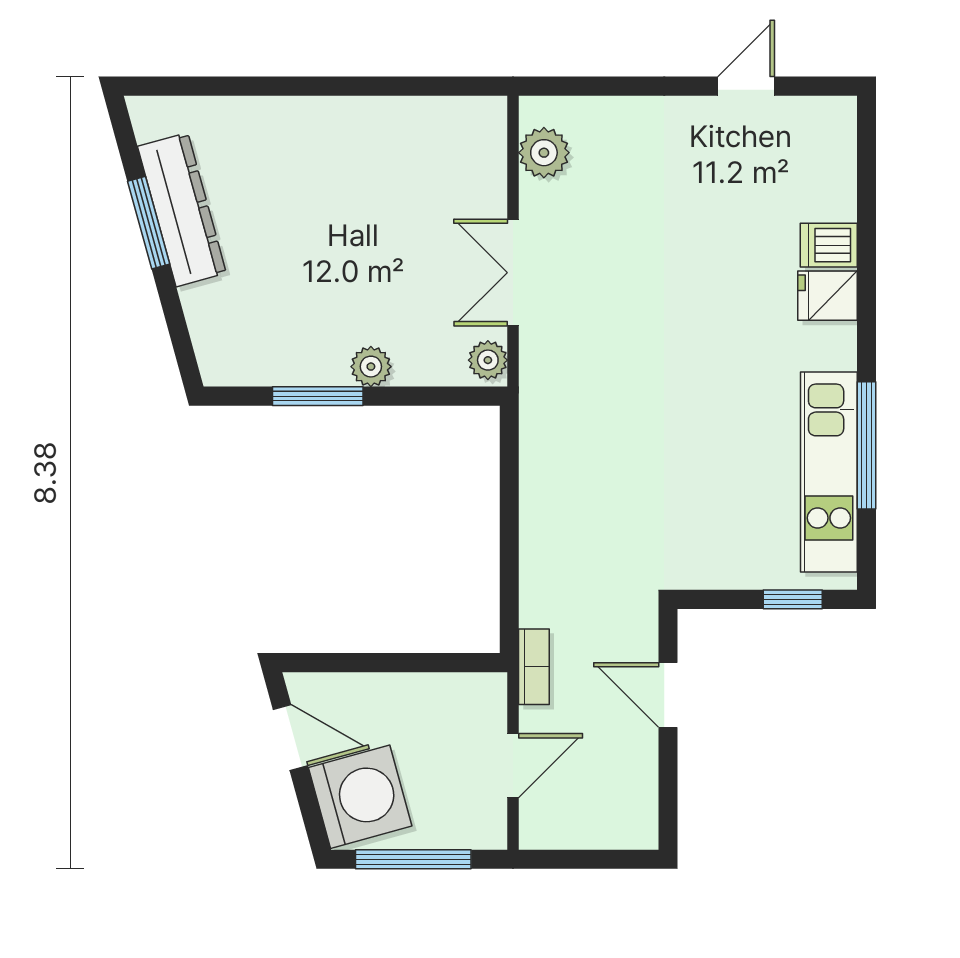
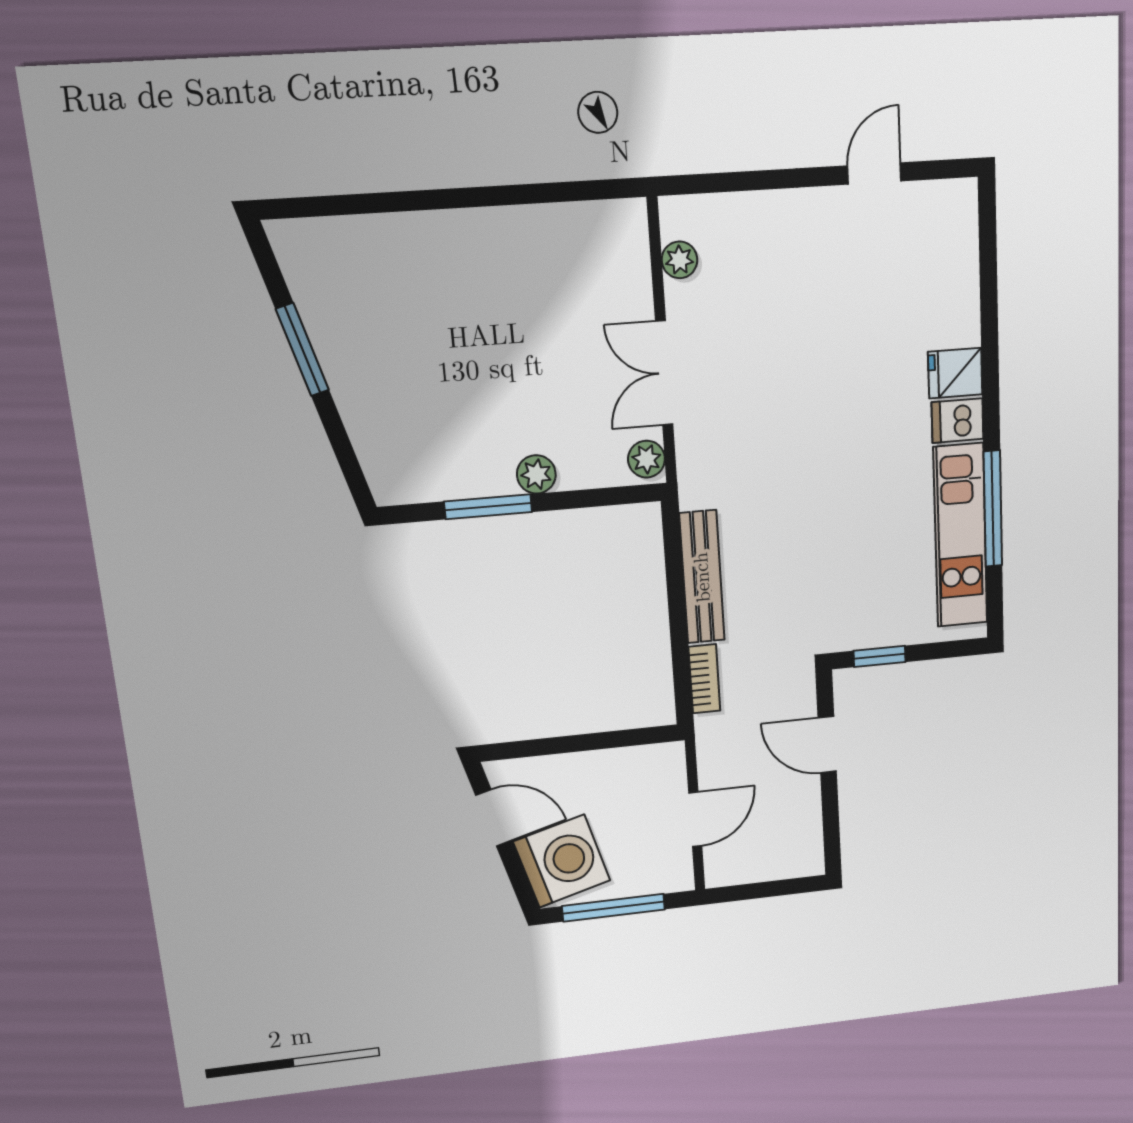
plant: (544, 153) -> (680, 260), width x0.73, depth x0.73
dresser: (182, 210) -> (334, 334), removed
dishwasher: (829, 245) -> (957, 421), moved
bench: (539, 491) -> (702, 577), added
window: (793, 599) -> (880, 656), moved
bookcase: (534, 667) -> (704, 679), moved

